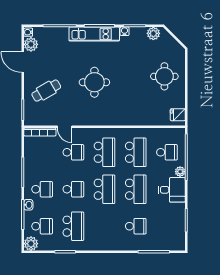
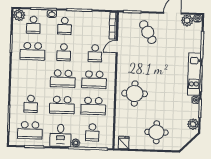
round table: (94, 82) -> (135, 94), moved
school desk: (167, 226) -> (30, 130), added

